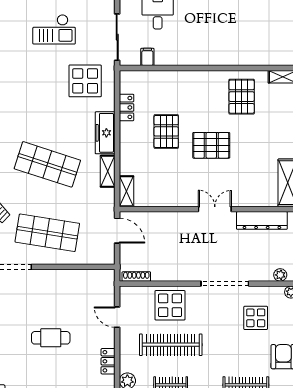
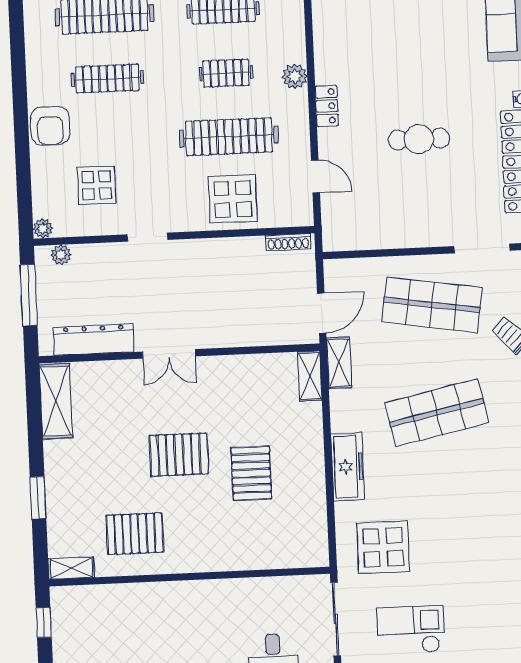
checkout: (54, 29) -> (411, 630), moved
filing cabinet: (147, 57) -> (286, 590), removed
pallet: (242, 97) -> (135, 534), turned 90
locker: (127, 107) -> (316, 508), removed
shop shelf: (47, 164) -> (437, 413), turned -30
shelving: (108, 171) -> (339, 363), moved
door: (117, 231) -> (322, 313), swing flipped
doorway: (225, 284) -> (148, 237), width x0.53

